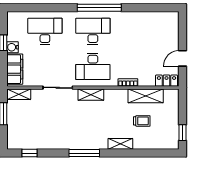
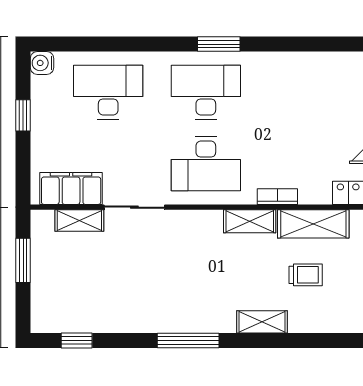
window: (99, 8) -> (219, 44), width x0.47
water cooler: (13, 47) -> (42, 63), moved
filing cabinet: (15, 69) -> (71, 188), moved, turned -90
shelving: (19, 94) -> (79, 220), moved
shelving: (91, 95) -> (250, 221), moved

